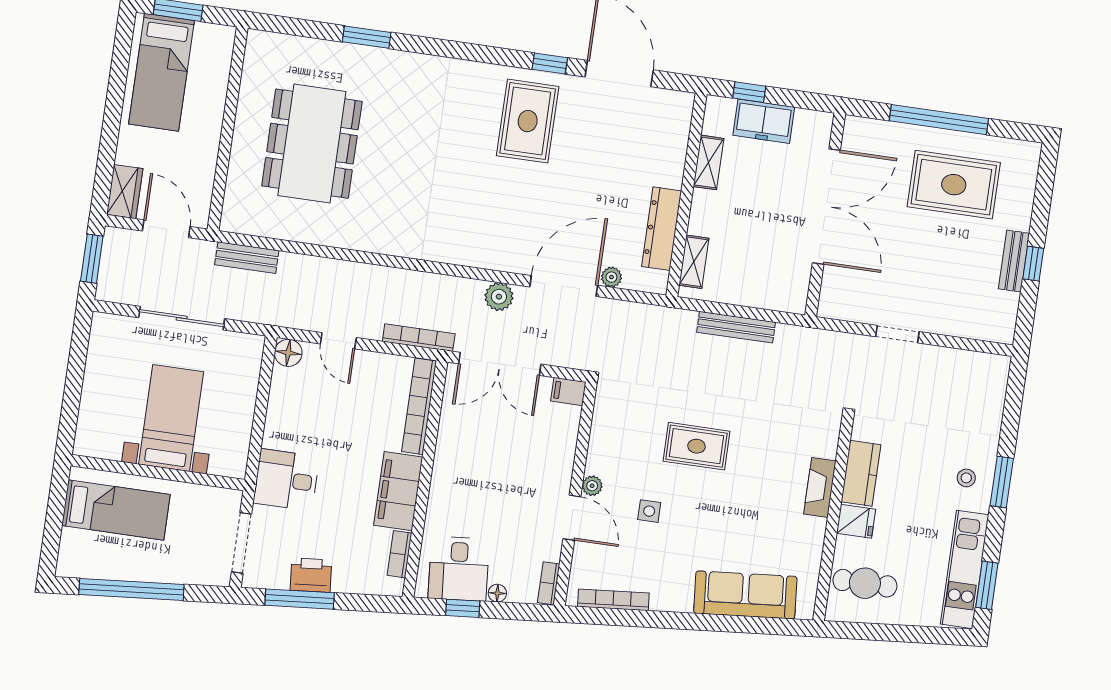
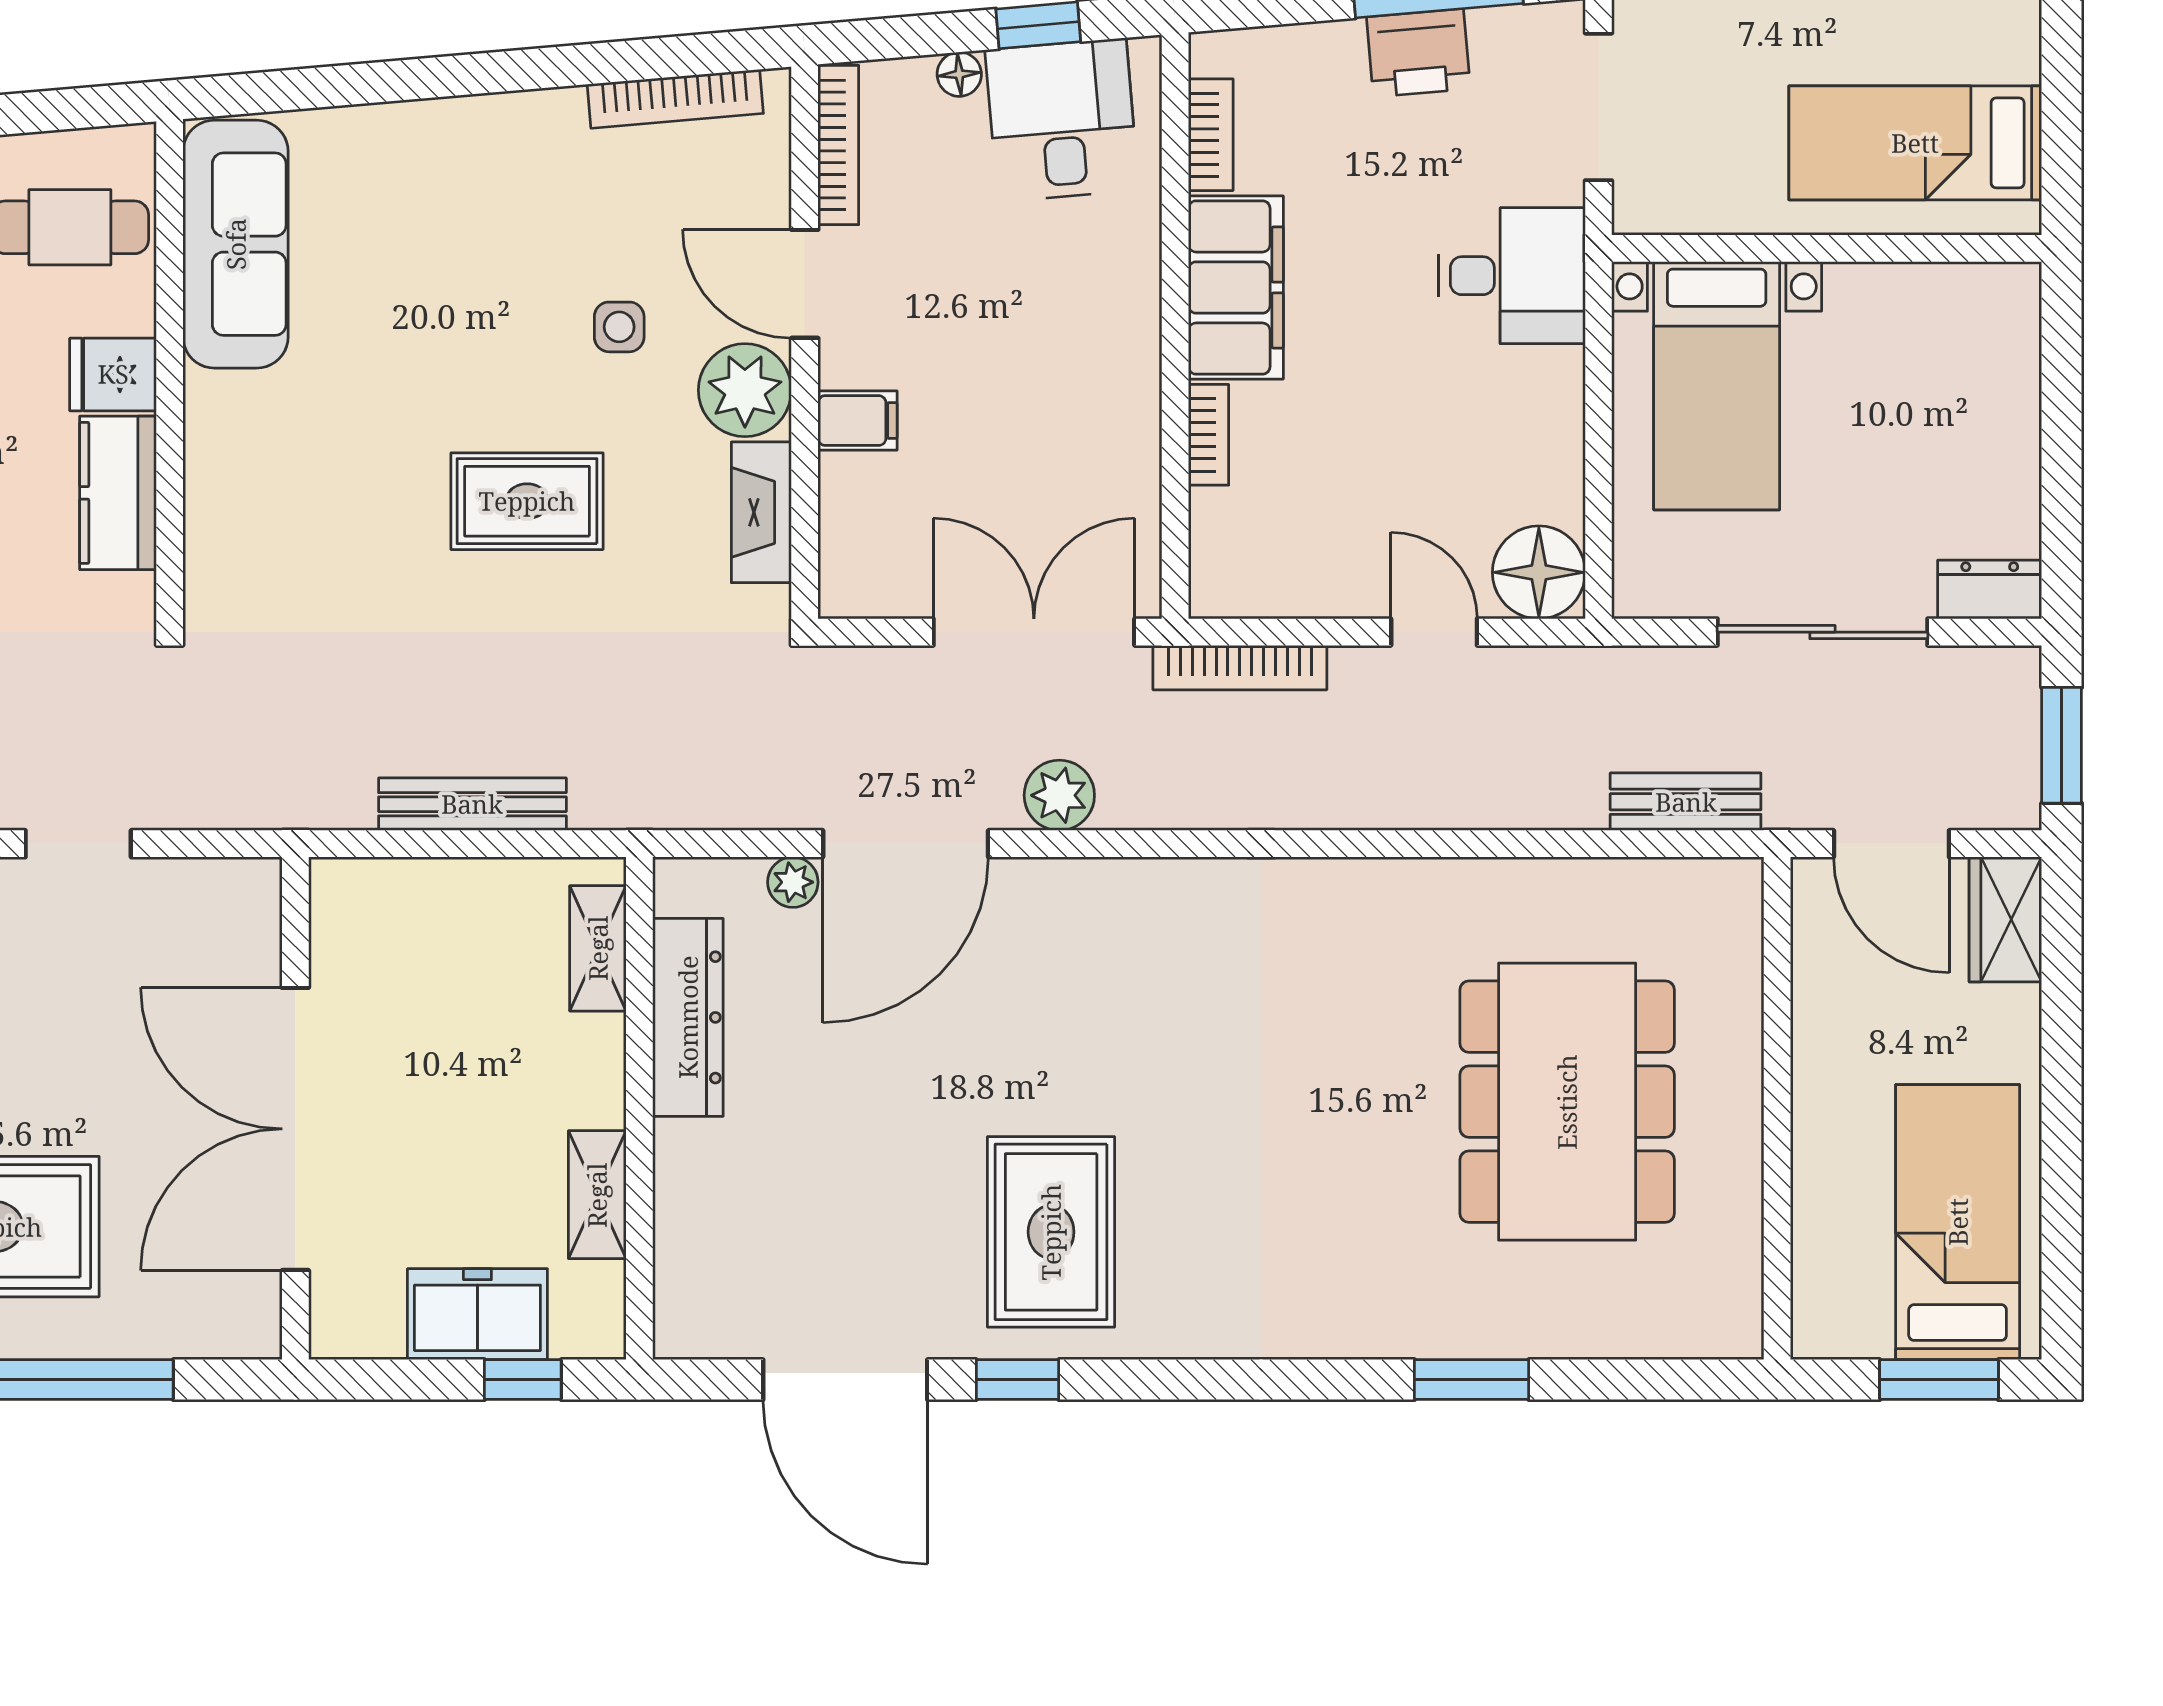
dresser: (112, 326) -> (1990, 590), added
floor lamp: (288, 353) -> (1539, 572), width x1.38, depth x1.38
filing cabinet: (568, 391) -> (857, 421), moved
bookcase: (419, 406) -> (1209, 435), width x0.43, depth x0.76
bed with nightstands: (171, 418) -> (1717, 386), moved
plant: (592, 486) -> (745, 390), width x1.88, depth x1.88
fireplace: (820, 488) -> (761, 512), moved, turned 180
bookcase: (549, 583) -> (838, 145), width x1.56
sofa: (745, 595) -> (236, 244), moved, turned -85

